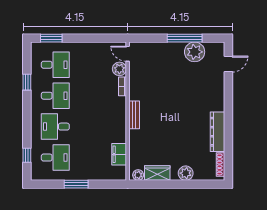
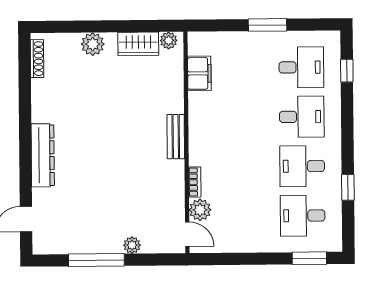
plant: (195, 52) -> (132, 245), moved, width x0.53, depth x0.53
dresser: (217, 132) -> (43, 155), moved
desk: (55, 158) -> (301, 67), turned 180

